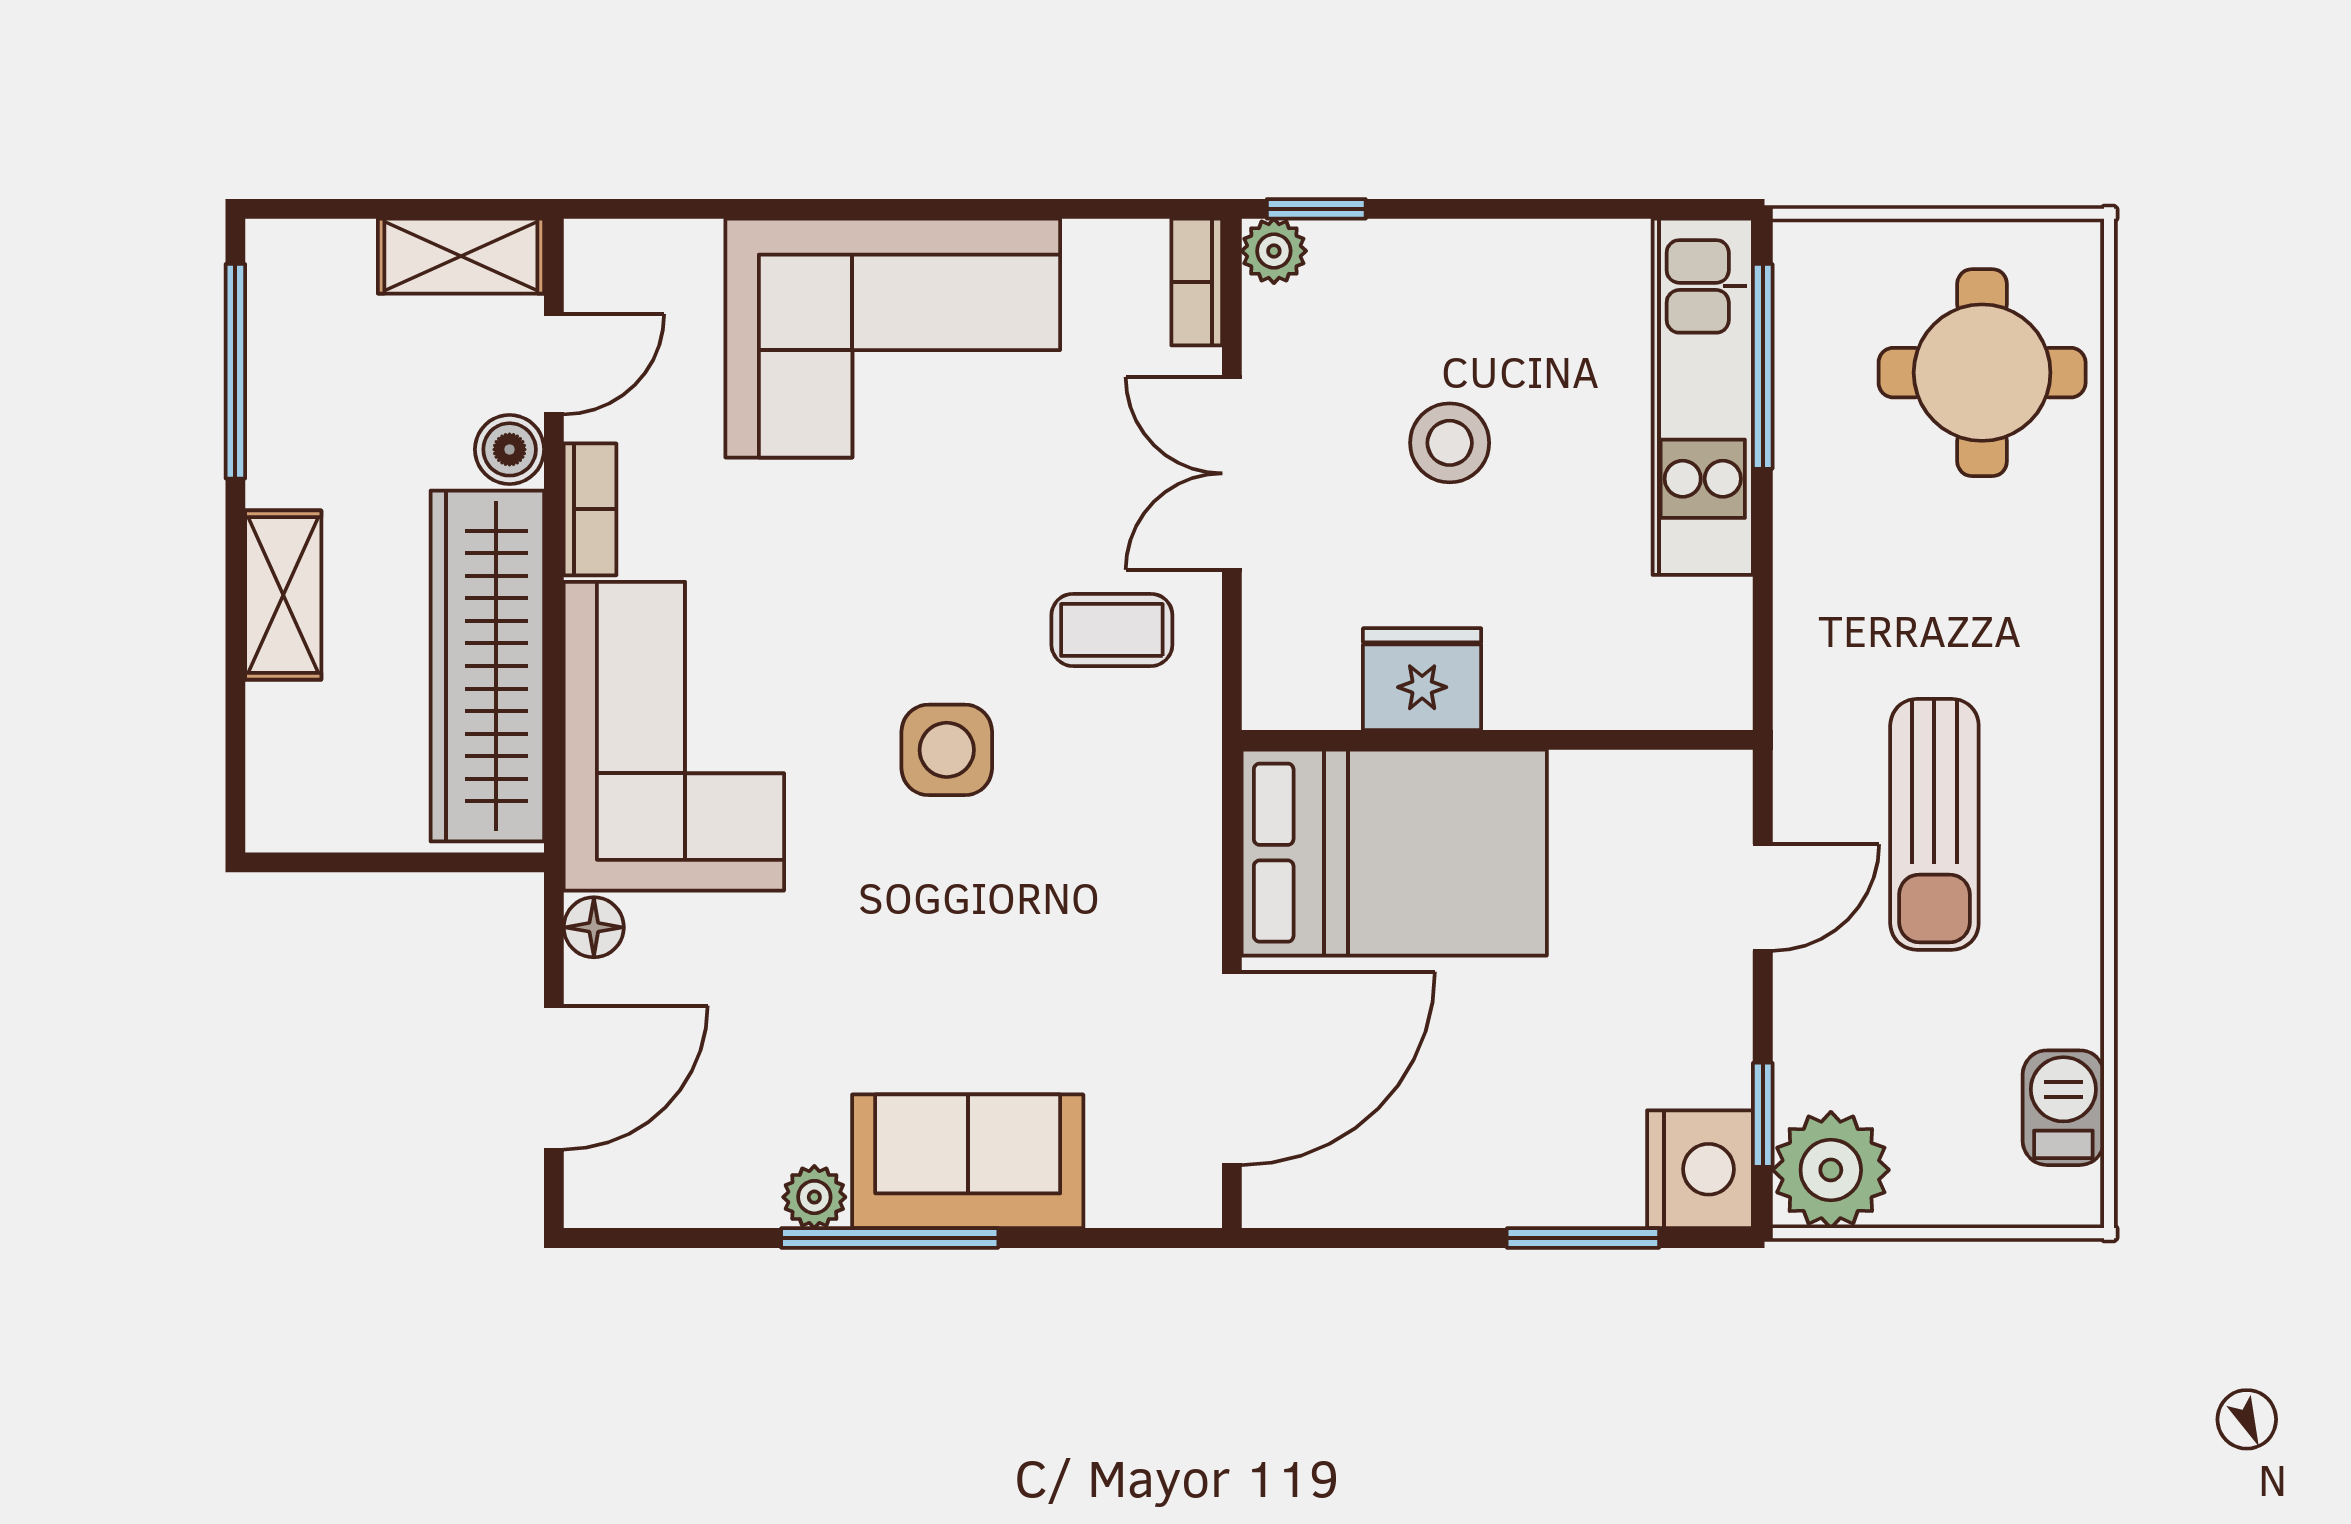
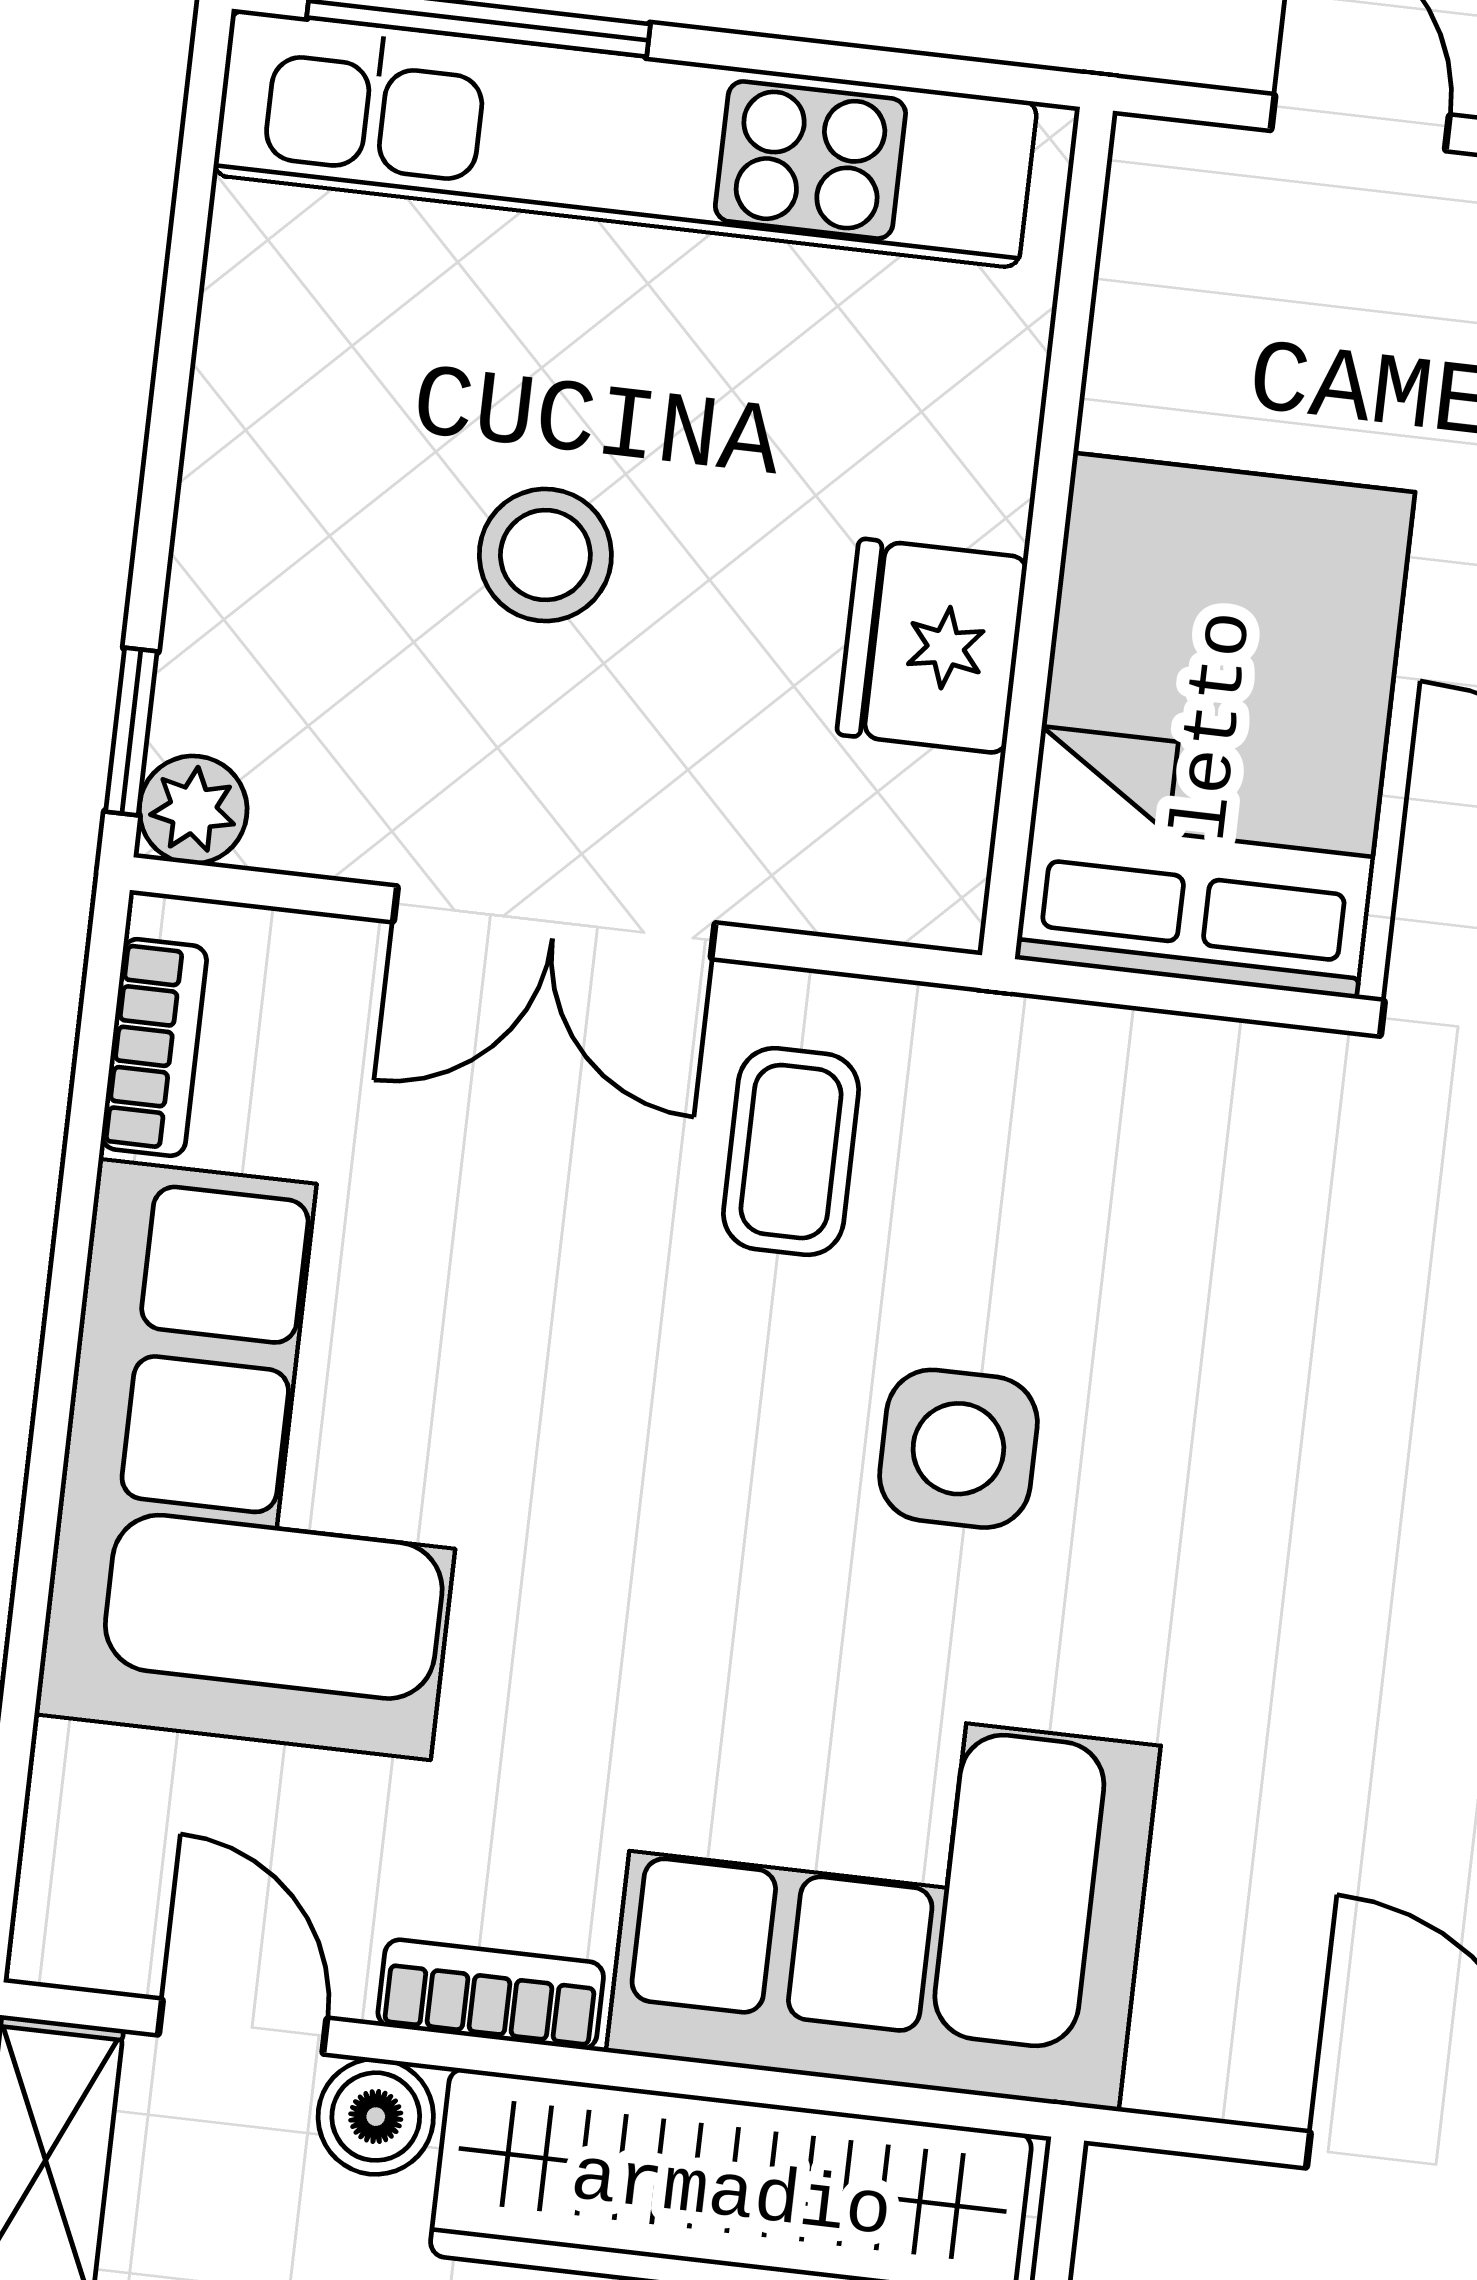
bookcase: (1197, 282) -> (154, 1047), moved, turned -90
kitchen unit: (1703, 397) -> (625, 139), width x1.36
floor lamp: (594, 927) -> (1185, 2069), removed

